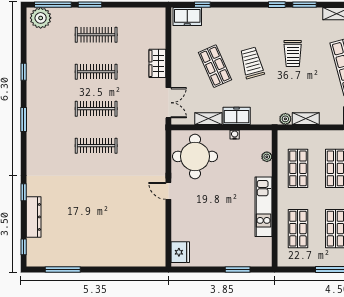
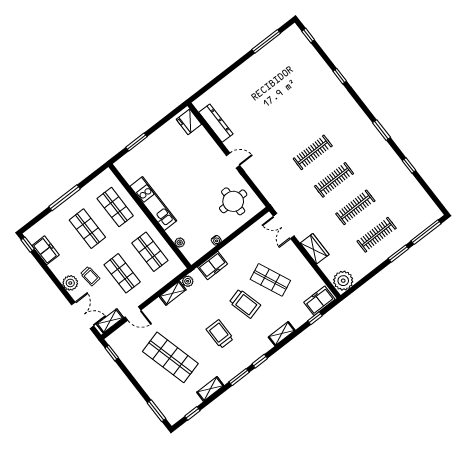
plant: (41, 18) -> (343, 281), moved
freezer: (237, 116) -> (213, 265), moved
shelving: (208, 119) -> (282, 334), moved
round table: (195, 156) -> (233, 201), width x0.73, depth x0.73
dresser: (34, 217) -> (216, 123), moved, turned 180

